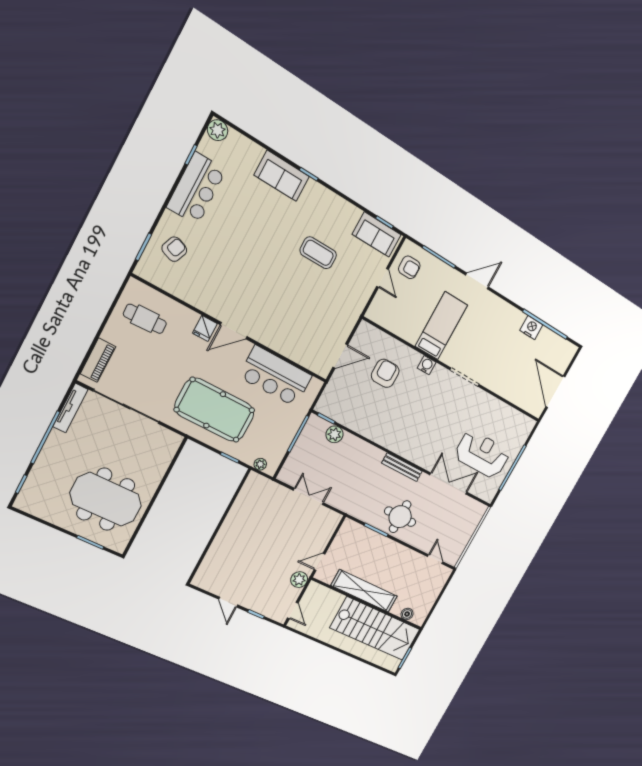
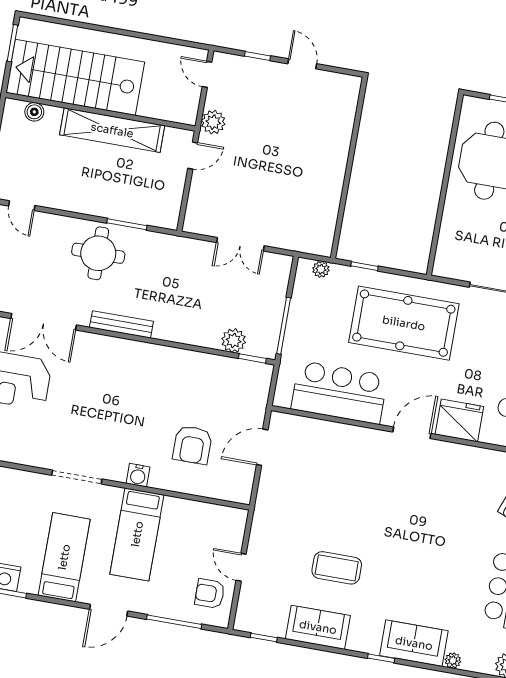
plant: (257, 151) -> (453, 660), added
sofa: (377, 234) -> (318, 627), moved
bed: (491, 327) -> (64, 557), added
fridge: (205, 328) -> (459, 421), width x1.88, depth x1.34

